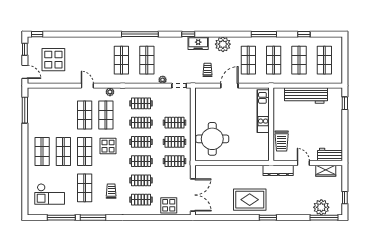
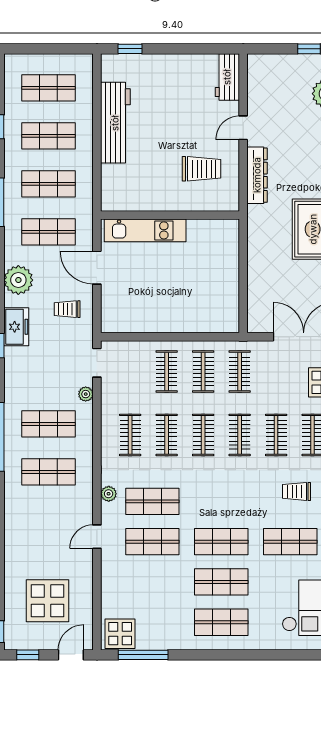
kitchen unit: (263, 111) -> (145, 230), moved
wall: (271, 124) -> (170, 215), moved
round table: (212, 139) -> (198, 300), removed
display table: (108, 146) -> (120, 634), moved
wardrobe: (326, 171) -> (258, 85), removed

